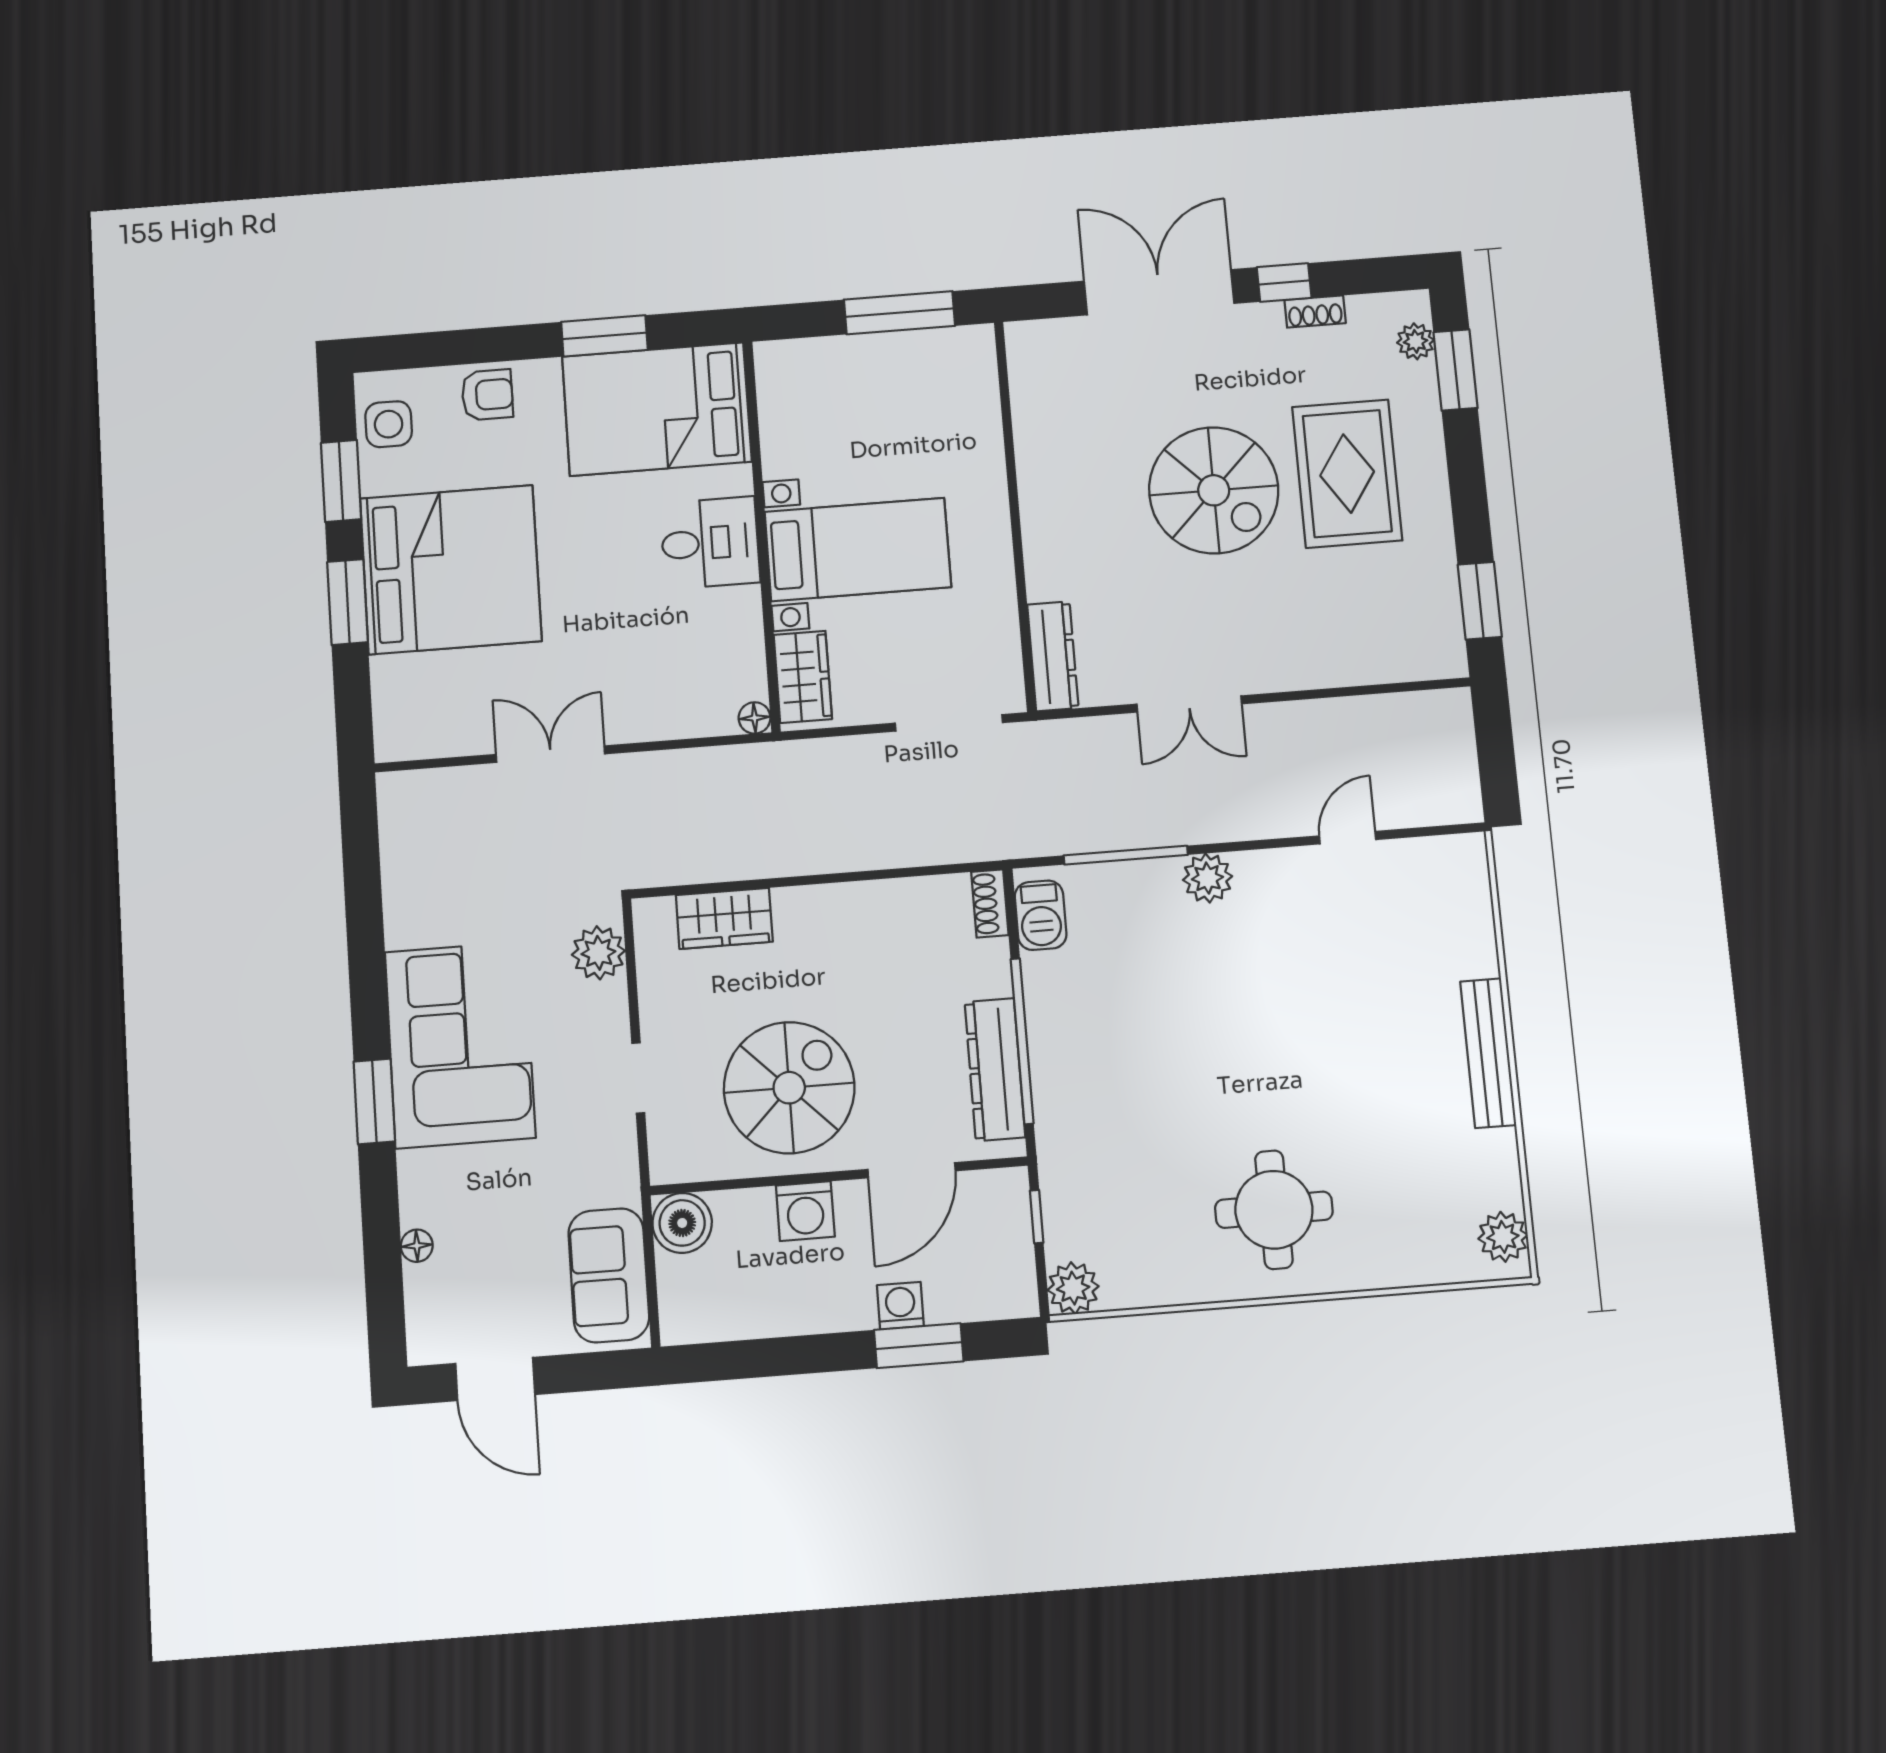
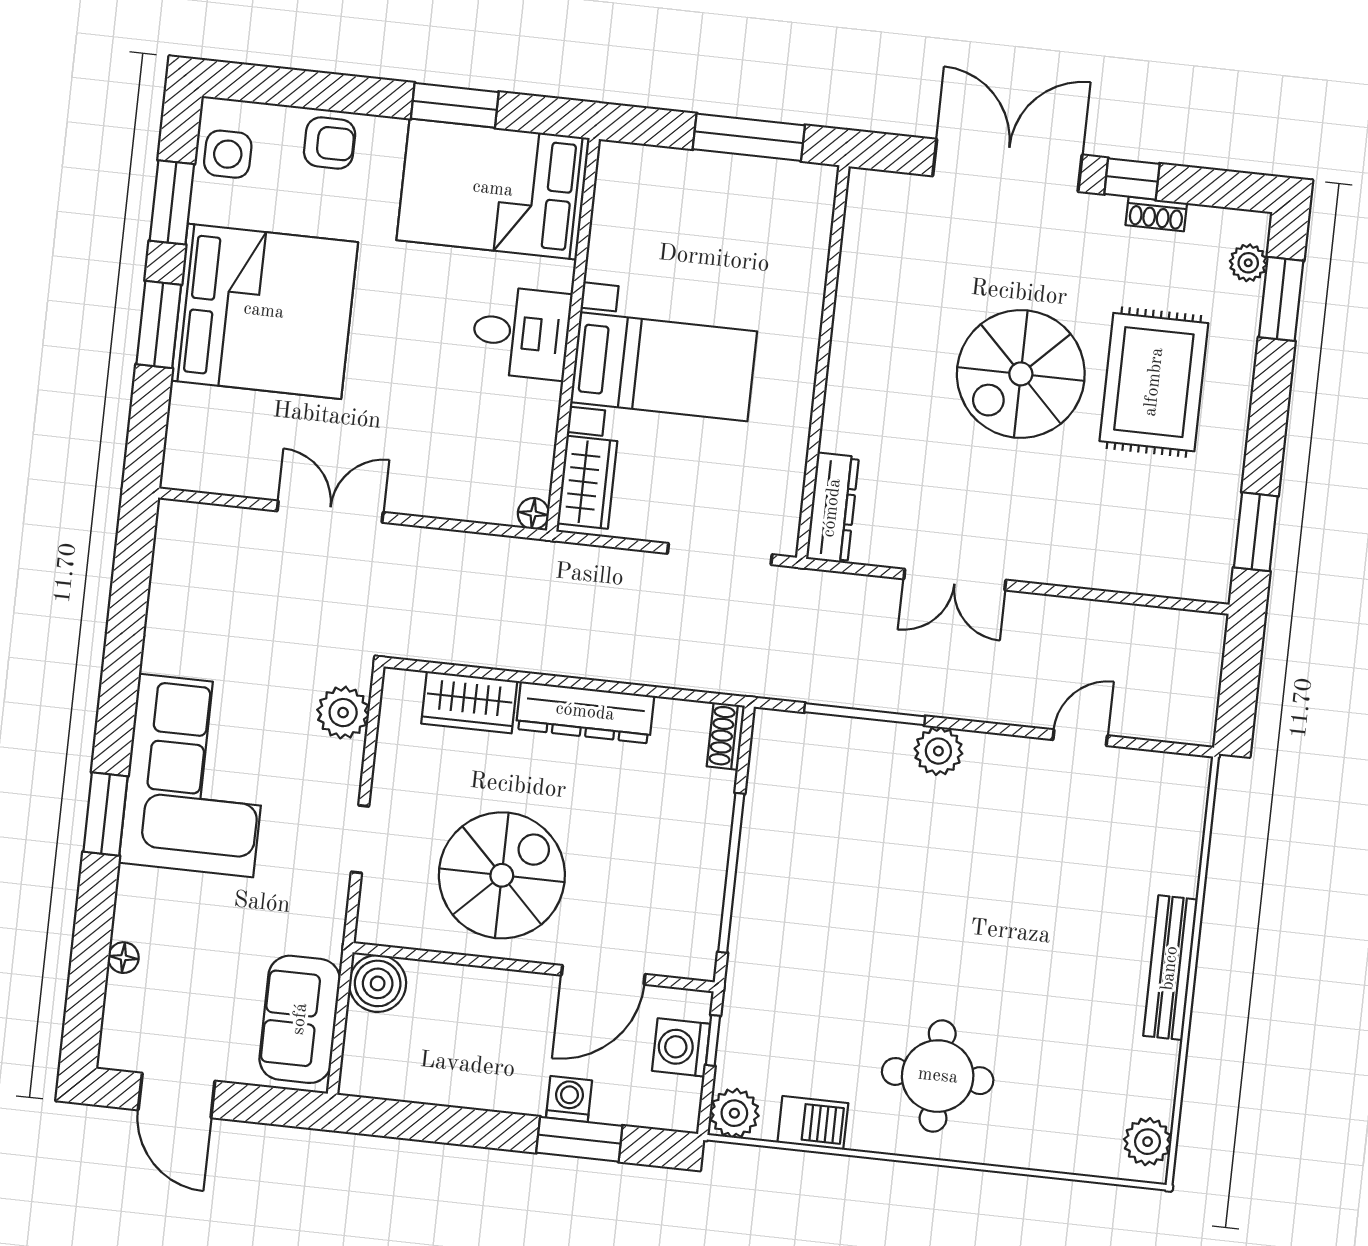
spiral stairs: (1214, 490) -> (1021, 374), turned 90
barbecue: (1041, 915) -> (813, 1123), moved, turned -90
dresser: (995, 1070) -> (585, 712), moved, turned -90
washing machine: (805, 1211) -> (681, 1047), moved, turned 90

